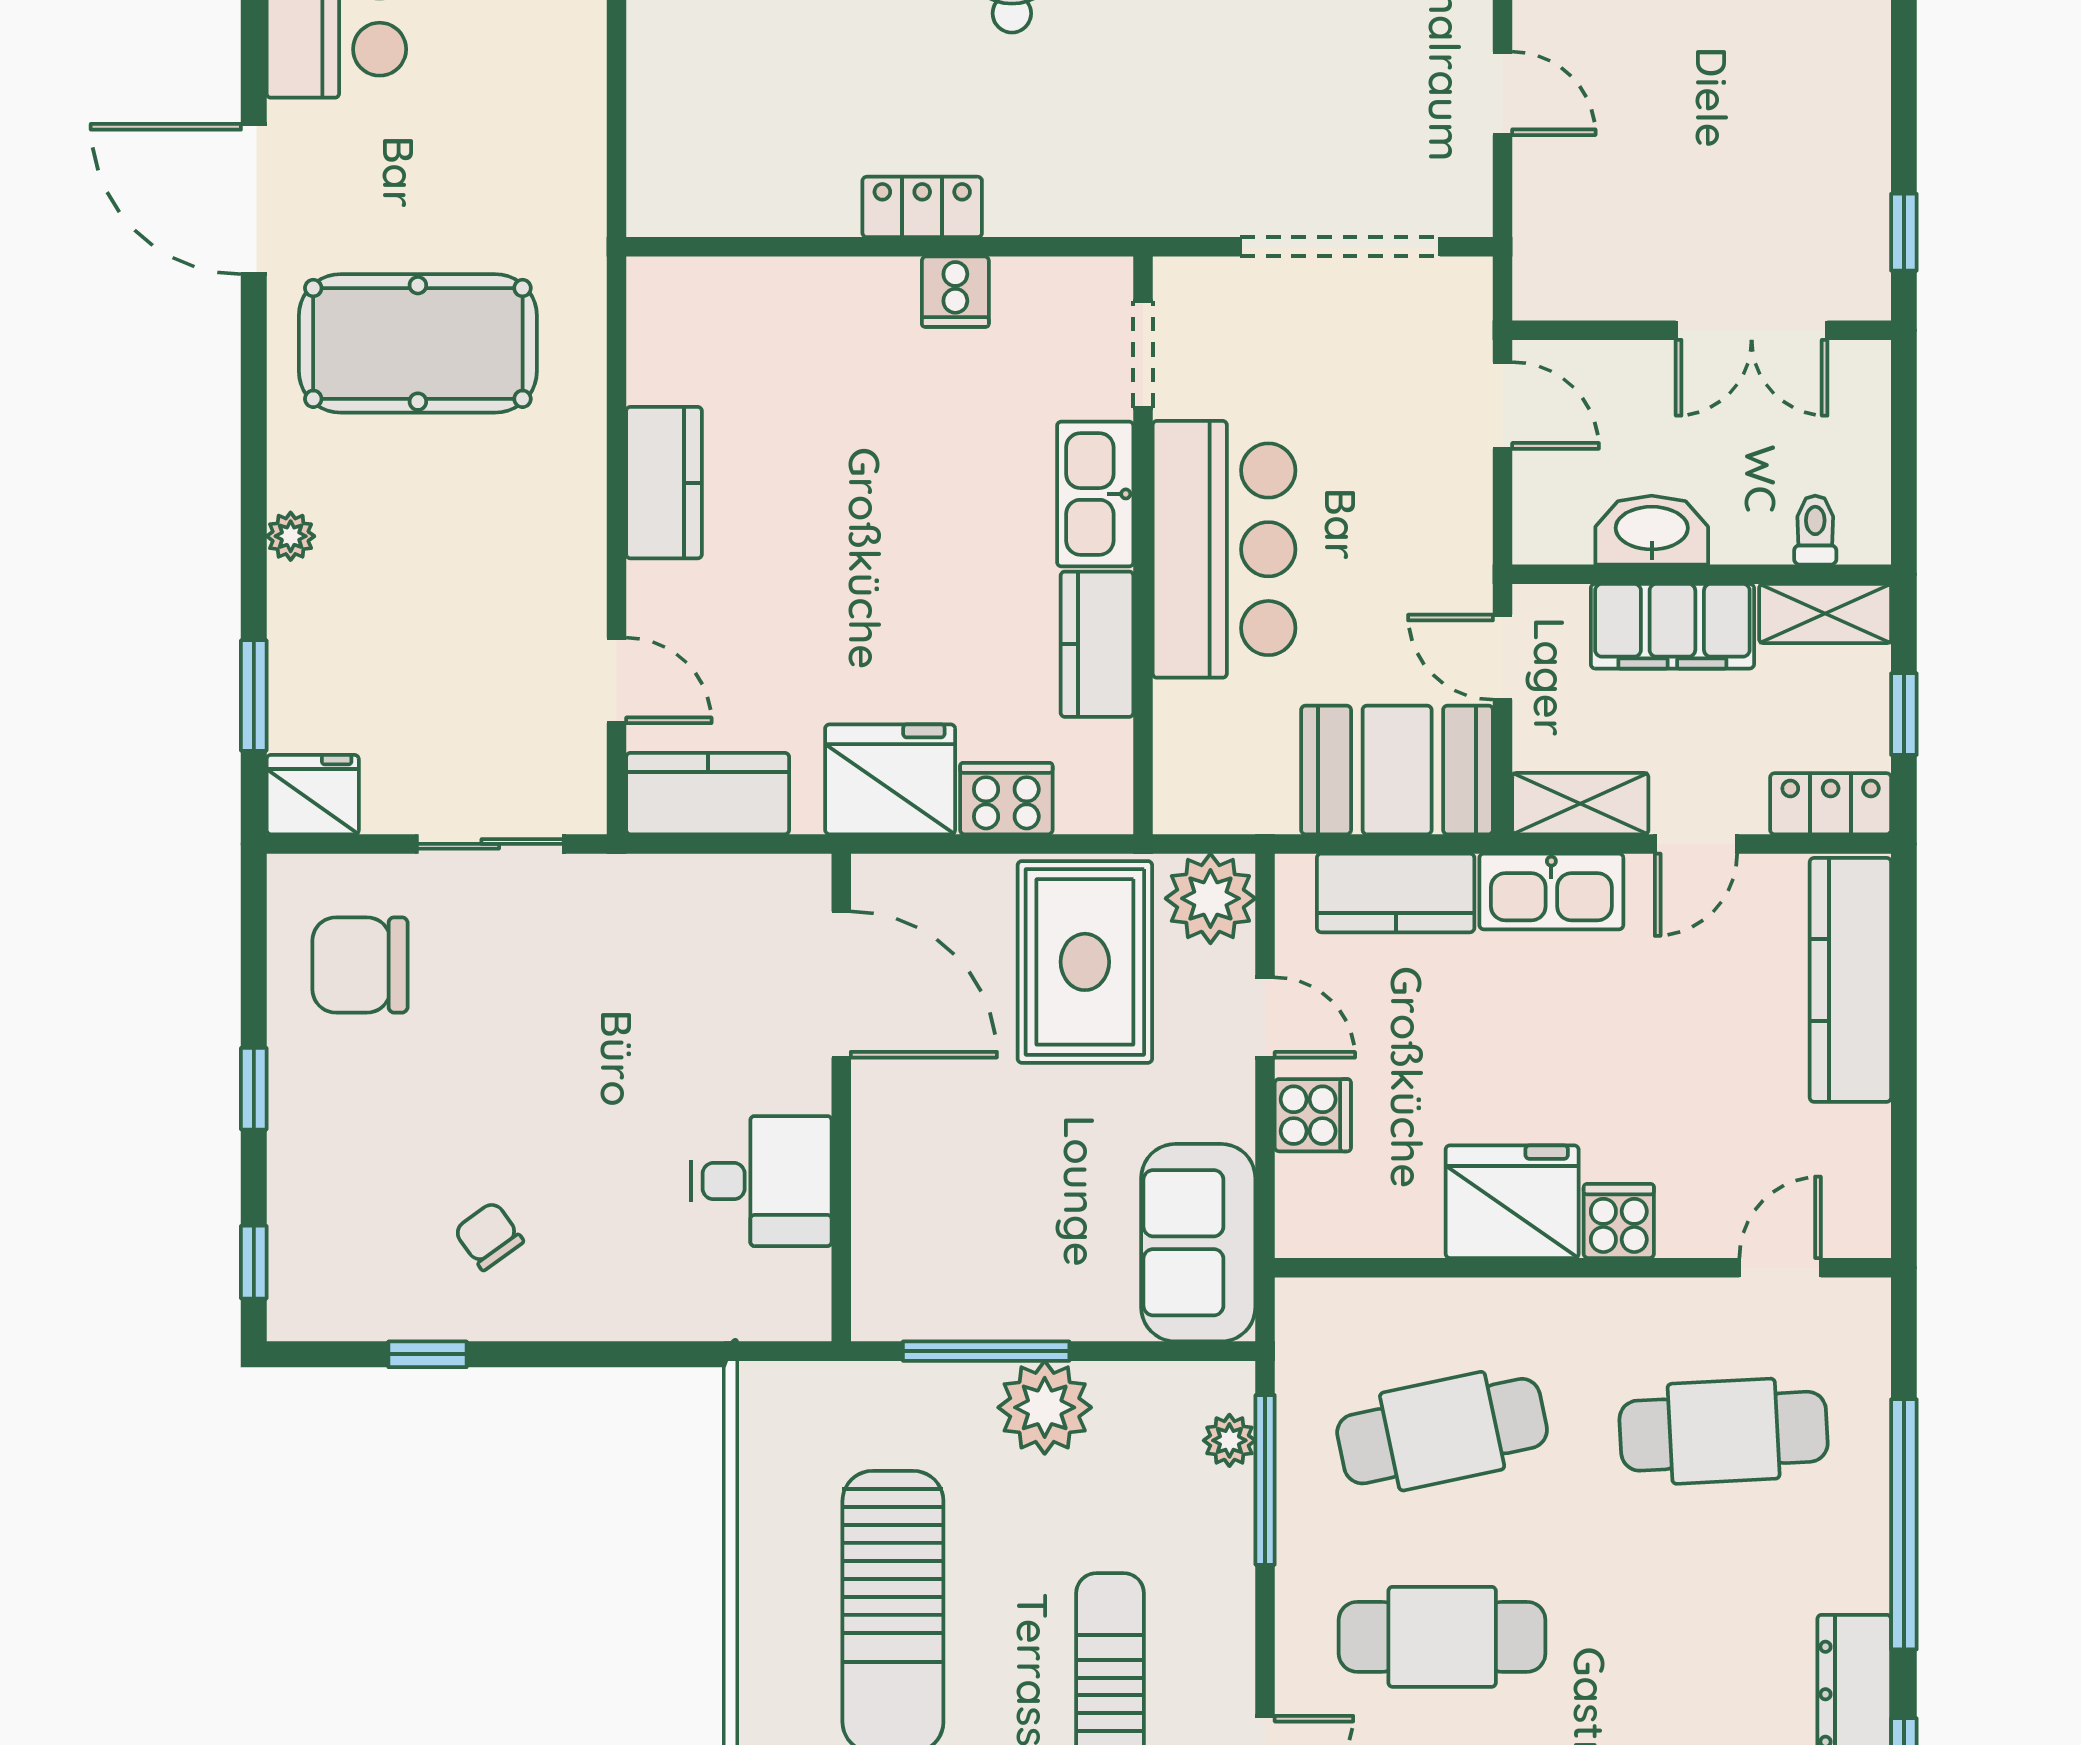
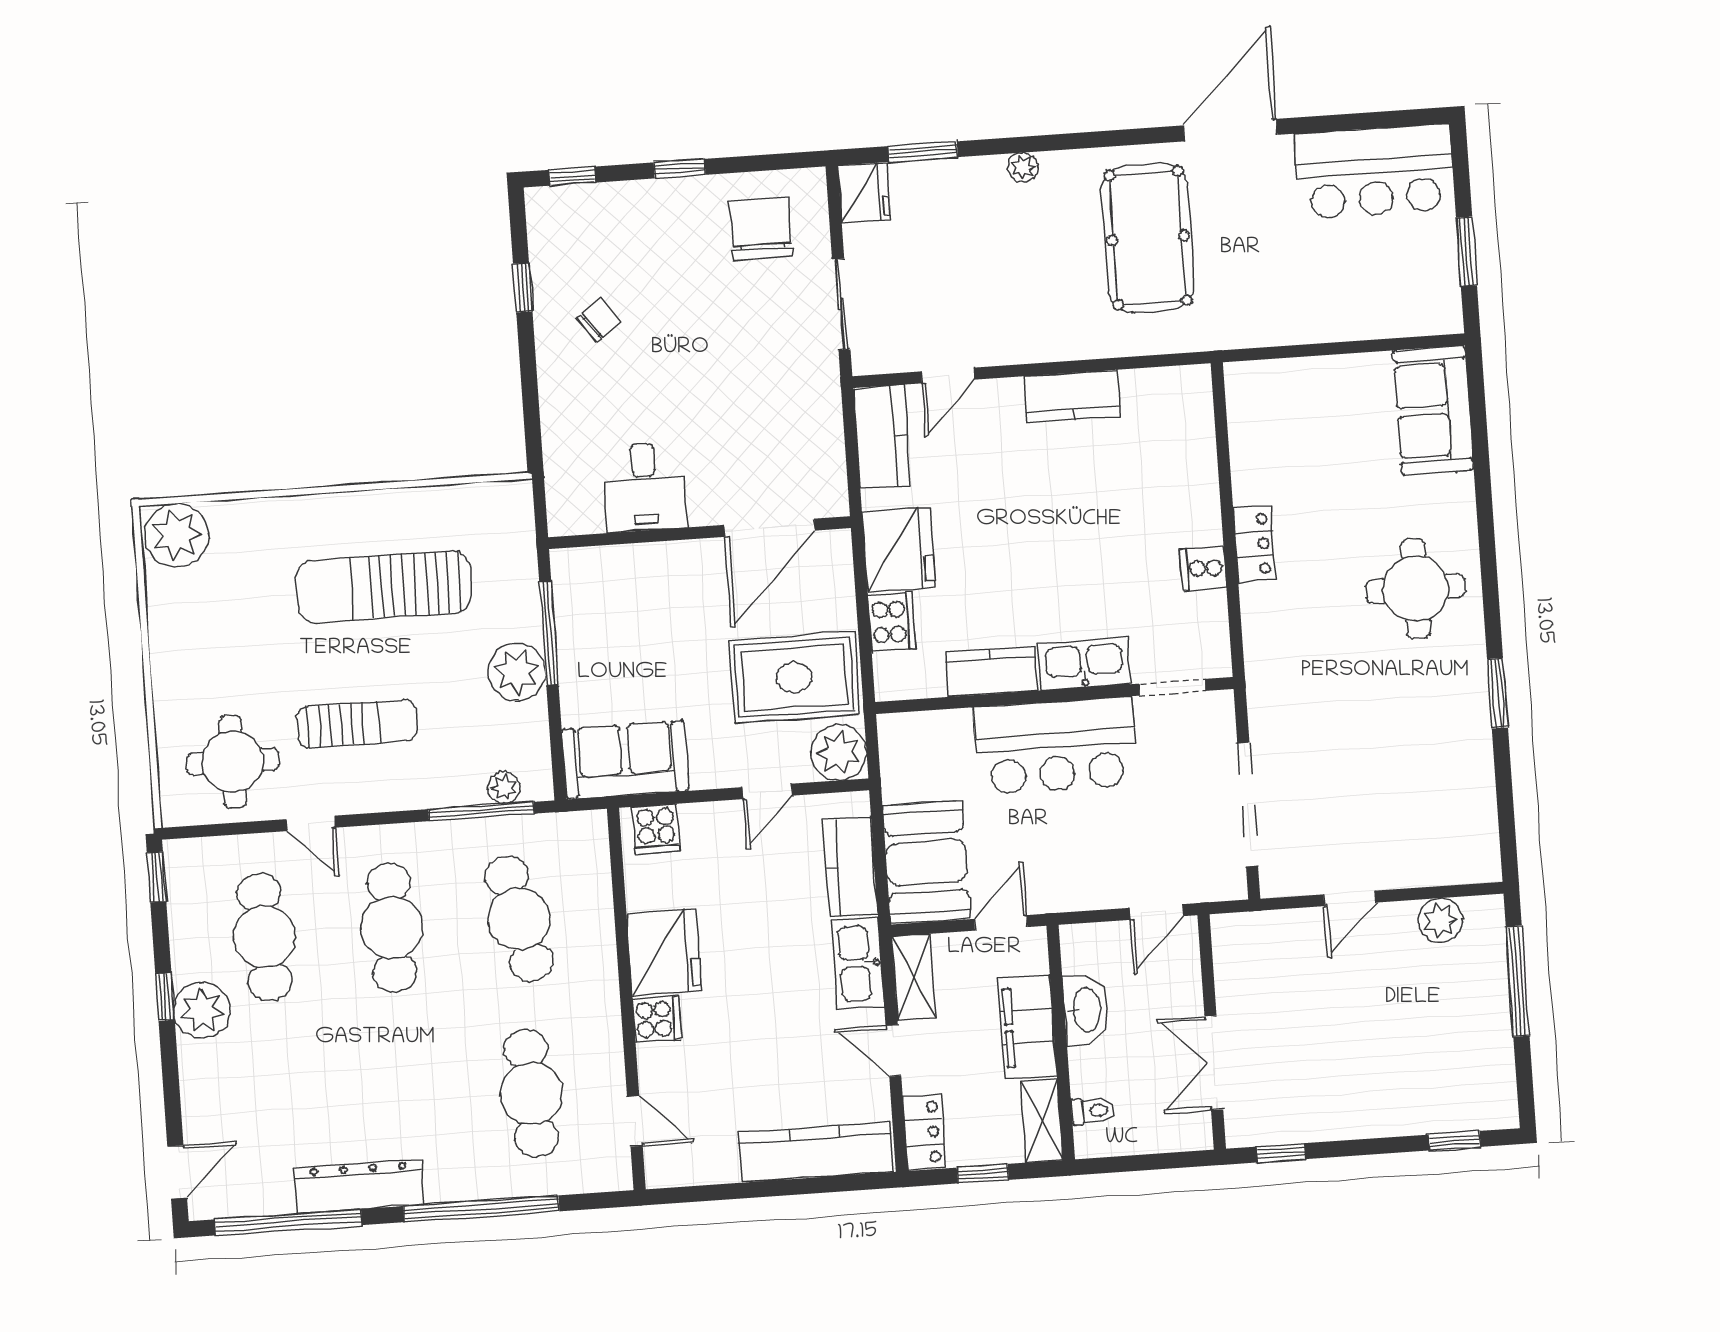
cooker: (1313, 1115) -> (656, 829), moved

